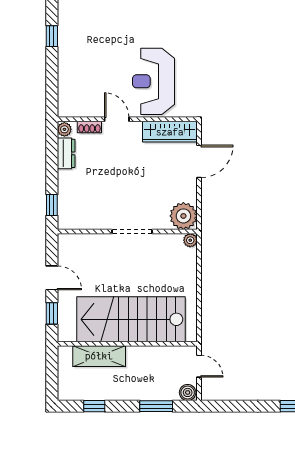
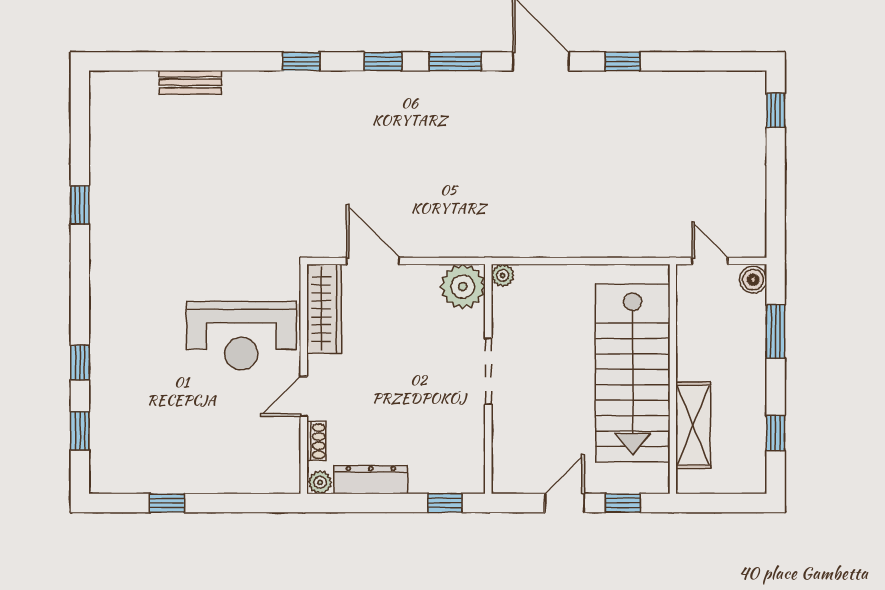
dresser: (66, 153) -> (371, 480), width x1.44
door: (199, 366) -> (710, 261), hinge flipped

